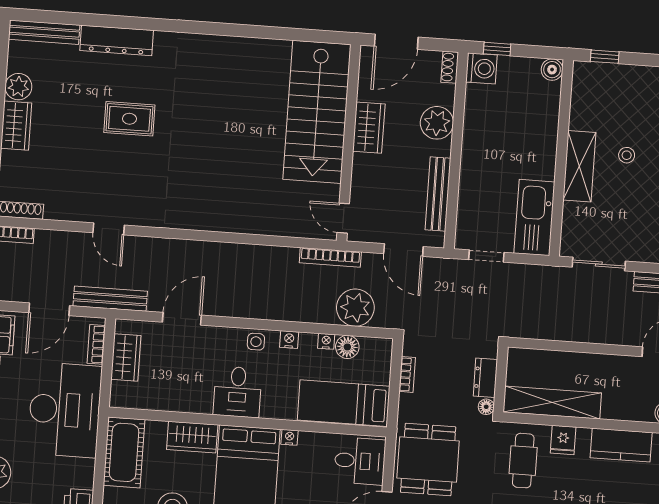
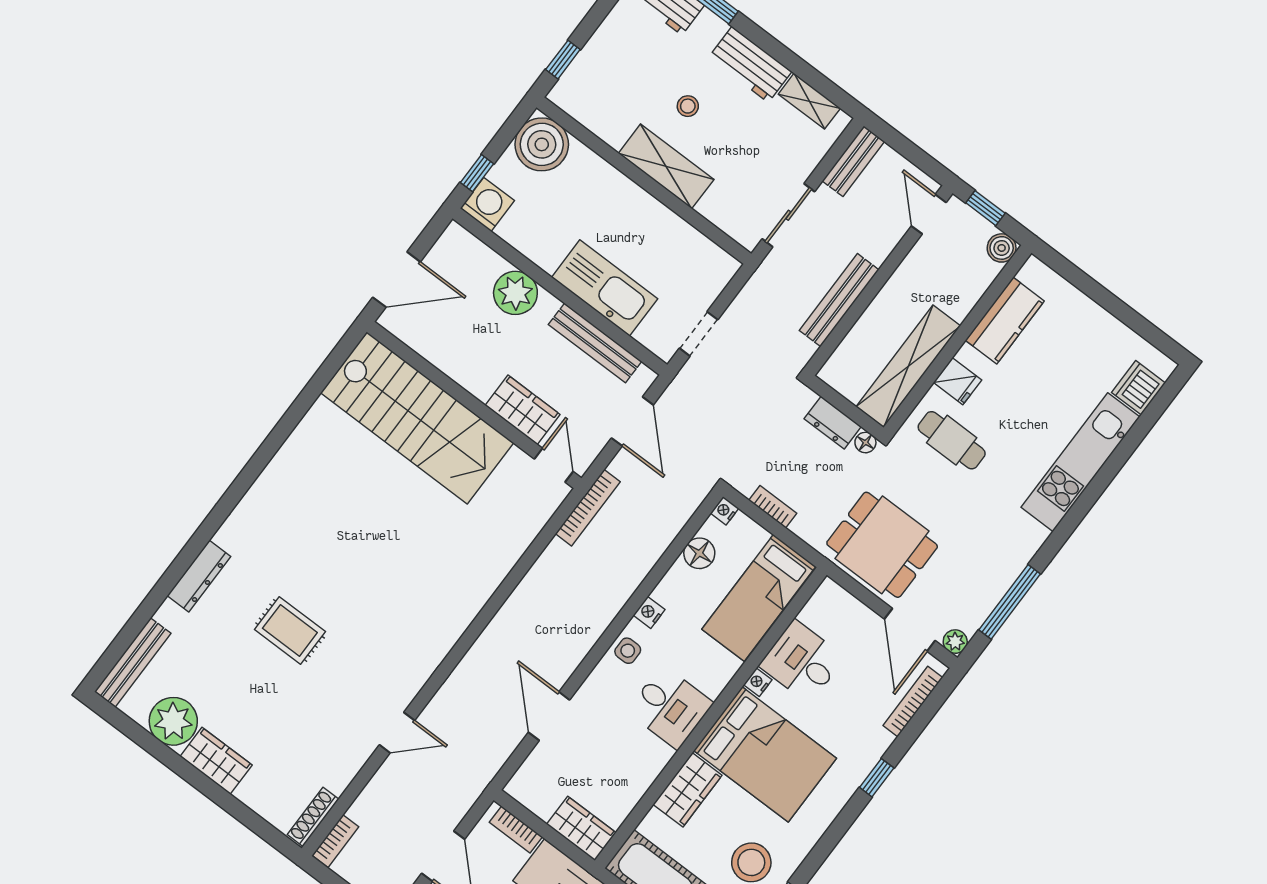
dresser: (117, 40) -> (199, 576), width x0.73, depth x0.80
door: (396, 42) -> (396, 280), hinge flipped
shoe rack: (450, 67) -> (463, 239), removed
boiler: (552, 70) -> (542, 144), width x1.86, depth x1.86
plant: (18, 87) -> (173, 721), width x1.36, depth x1.36
rug: (129, 119) -> (290, 630), turned 90
wardrobe: (369, 128) -> (522, 410), moved
door: (343, 218) -> (554, 465), swing flipped
kitchen sink: (534, 218) -> (605, 288), moved, turned 180
door: (403, 250) -> (632, 421), hinge flipped
bench: (110, 299) -> (839, 300), moved
plant: (355, 308) -> (662, 516), removed
nightstand: (326, 341) -> (725, 511), moved
wardrobe: (126, 357) -> (581, 828), moved
desk: (360, 461) -> (802, 661), moved, turned -90

